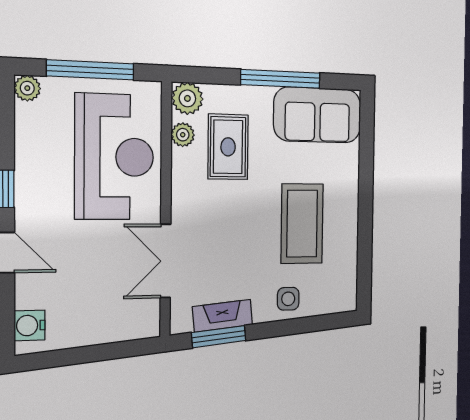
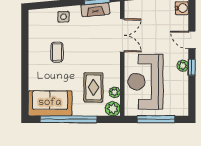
window: (281, 79) -> (69, 119), width x1.46
plant: (27, 88) -> (183, 66), moved
coffee table: (302, 224) -> (57, 52), width x0.54, depth x0.58

